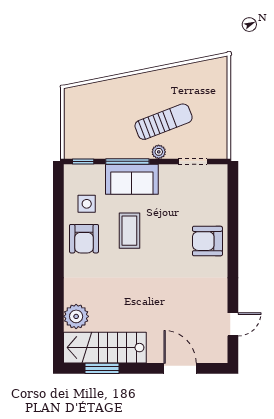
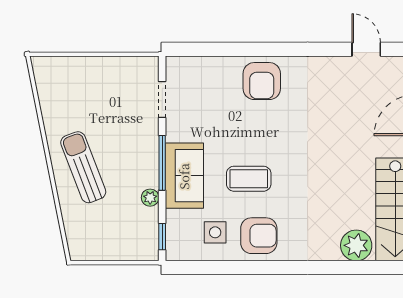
sun lounger: (164, 122) -> (83, 167), moved
plant: (159, 152) -> (150, 198), moved
window: (127, 161) -> (162, 163), moved

